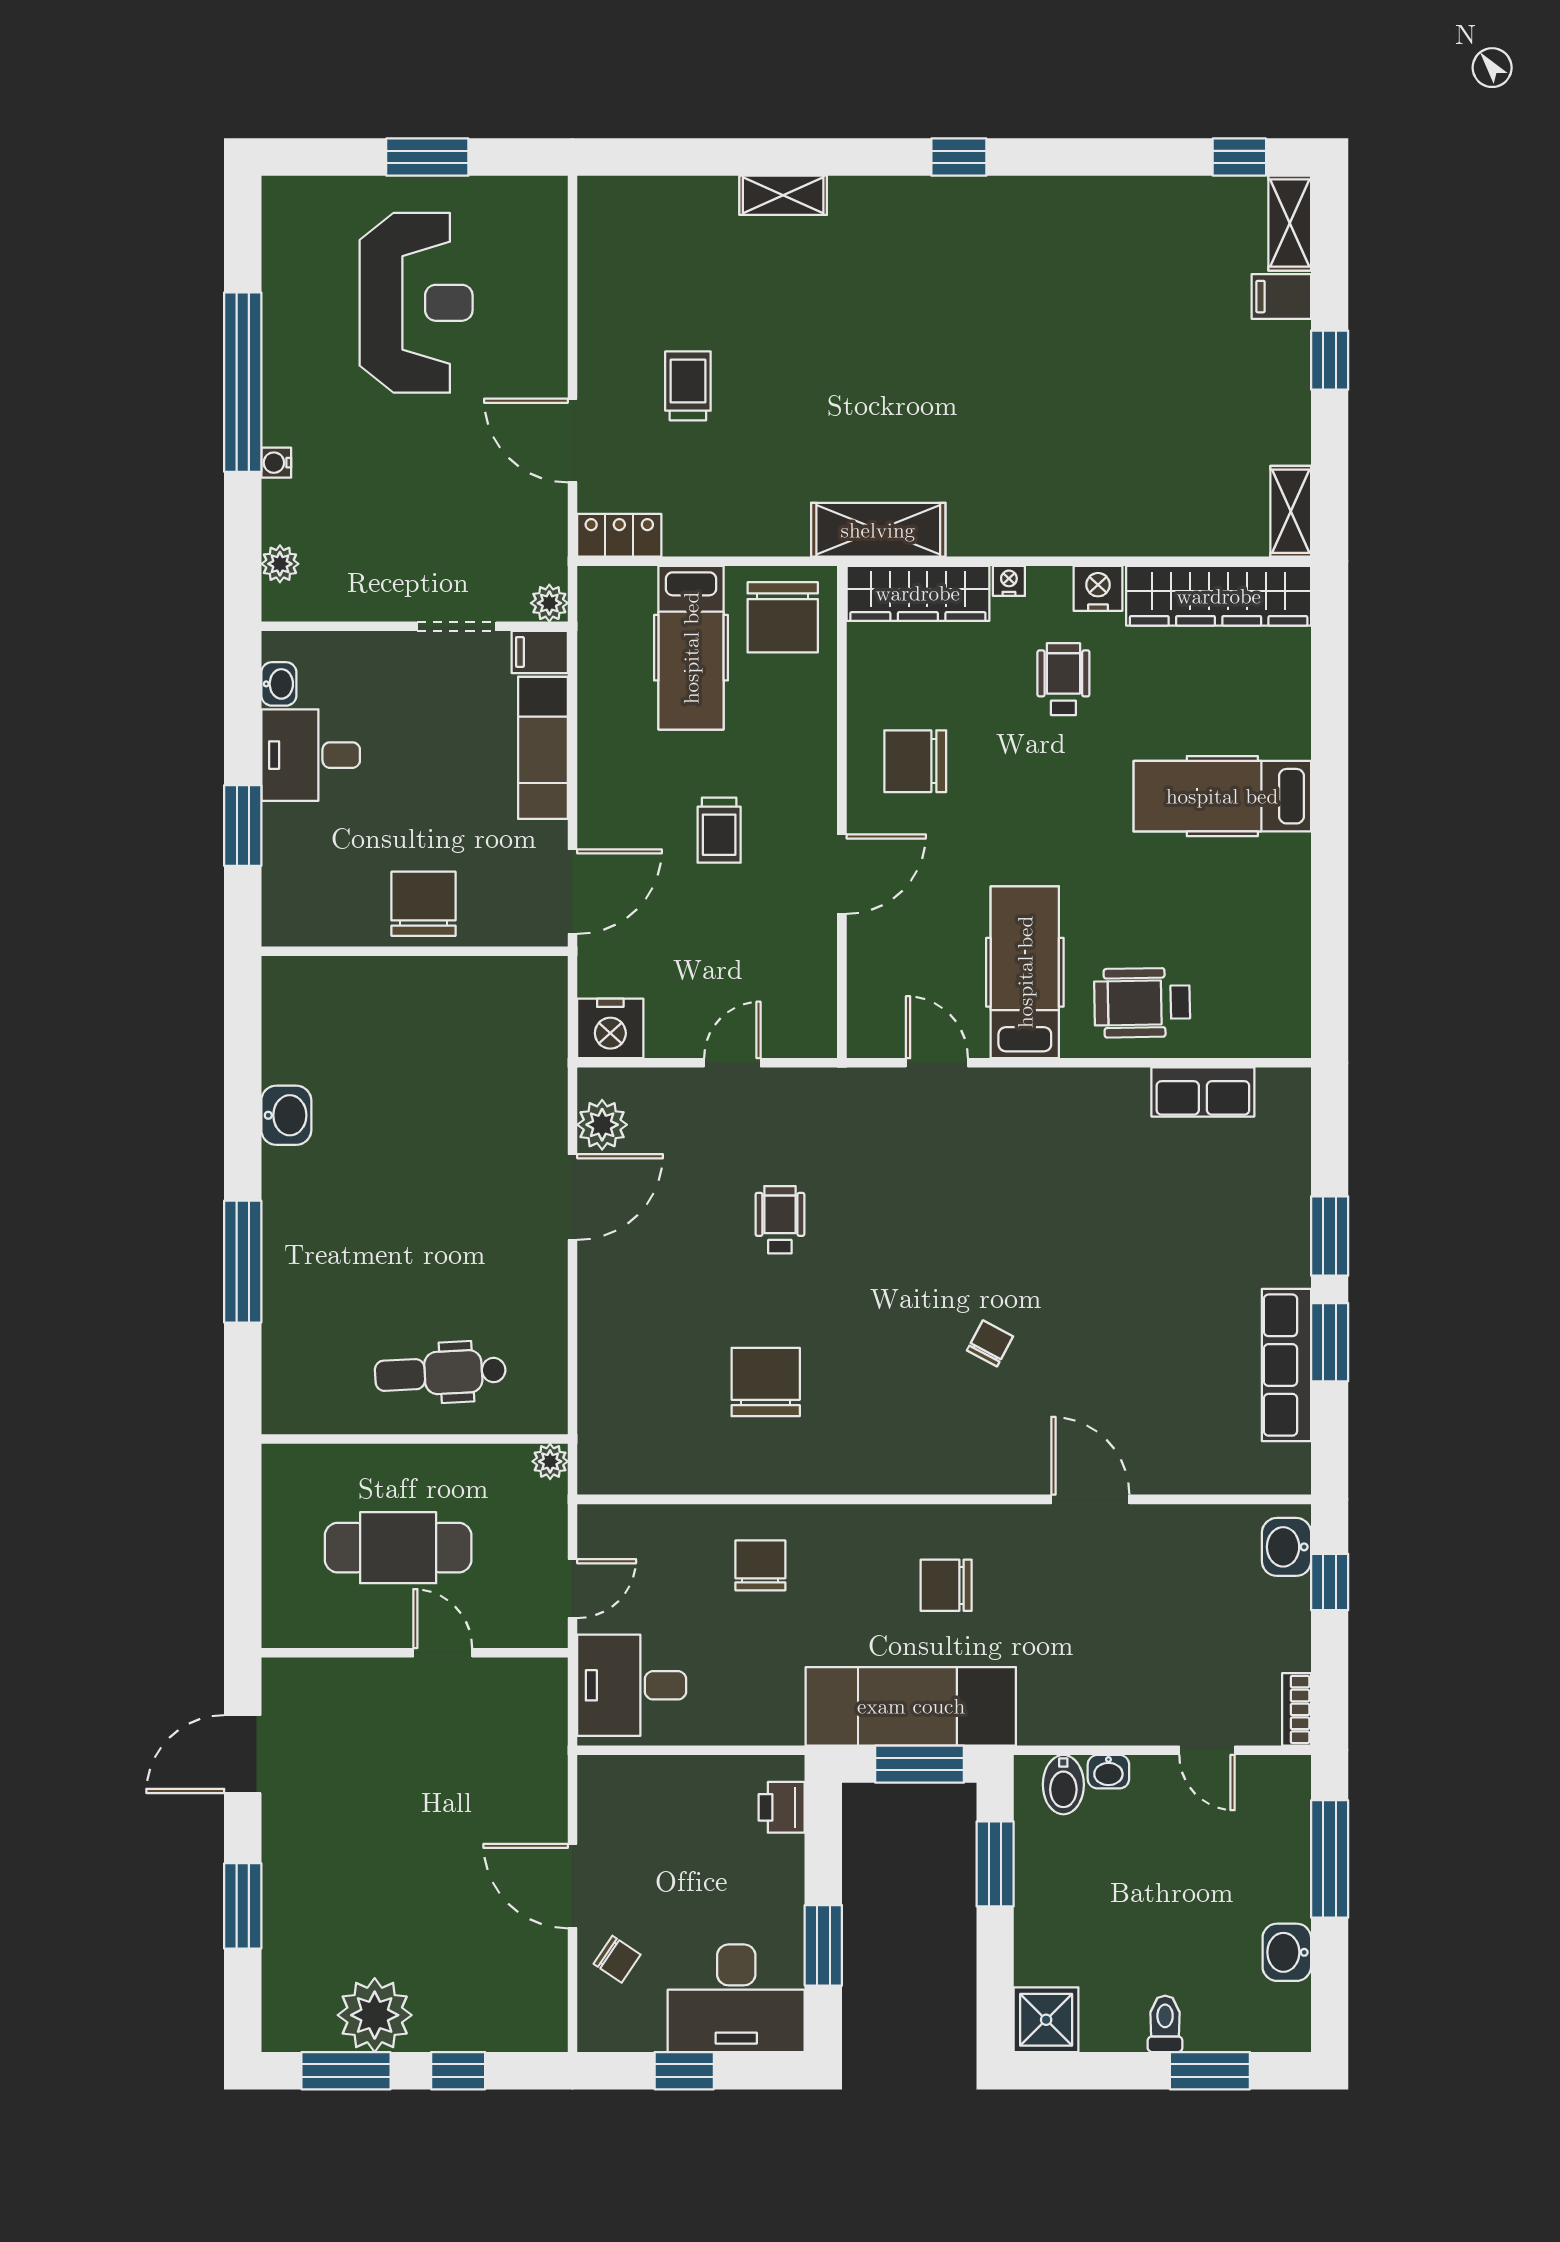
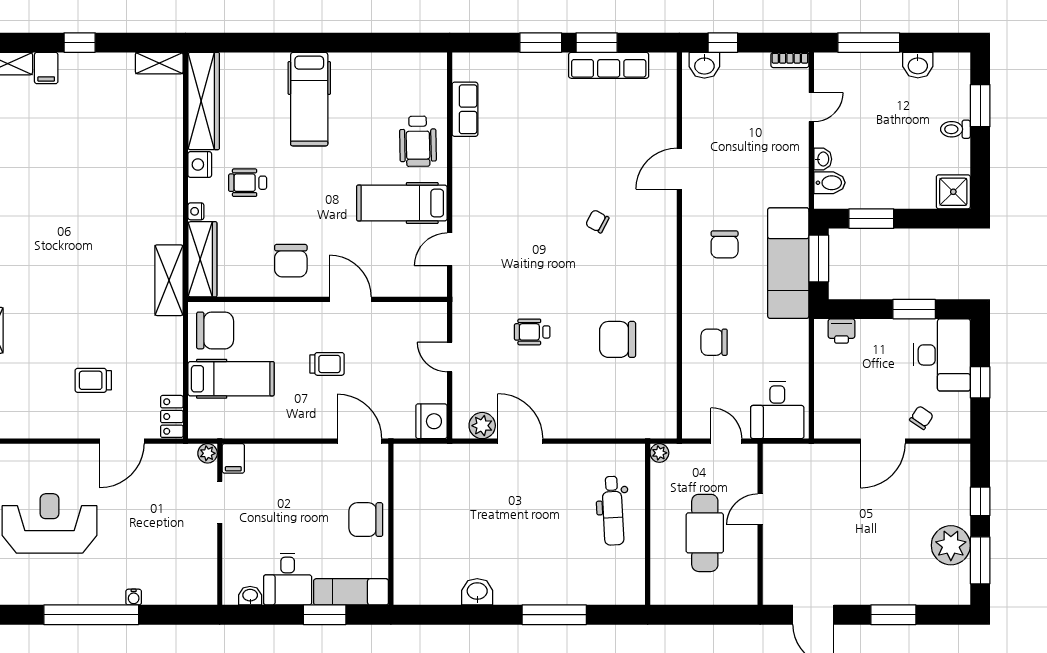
plant: (280, 564) -> (187, 595), removed
exam couch: (543, 748) -> (351, 592), moved, turned 180

